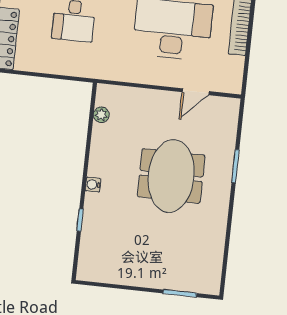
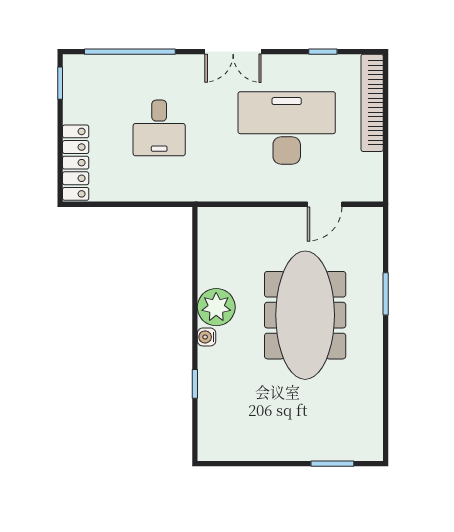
plant: (101, 115) -> (216, 307), moved, width x1.88, depth x1.88
meeting table: (171, 176) -> (305, 315), width x1.36

